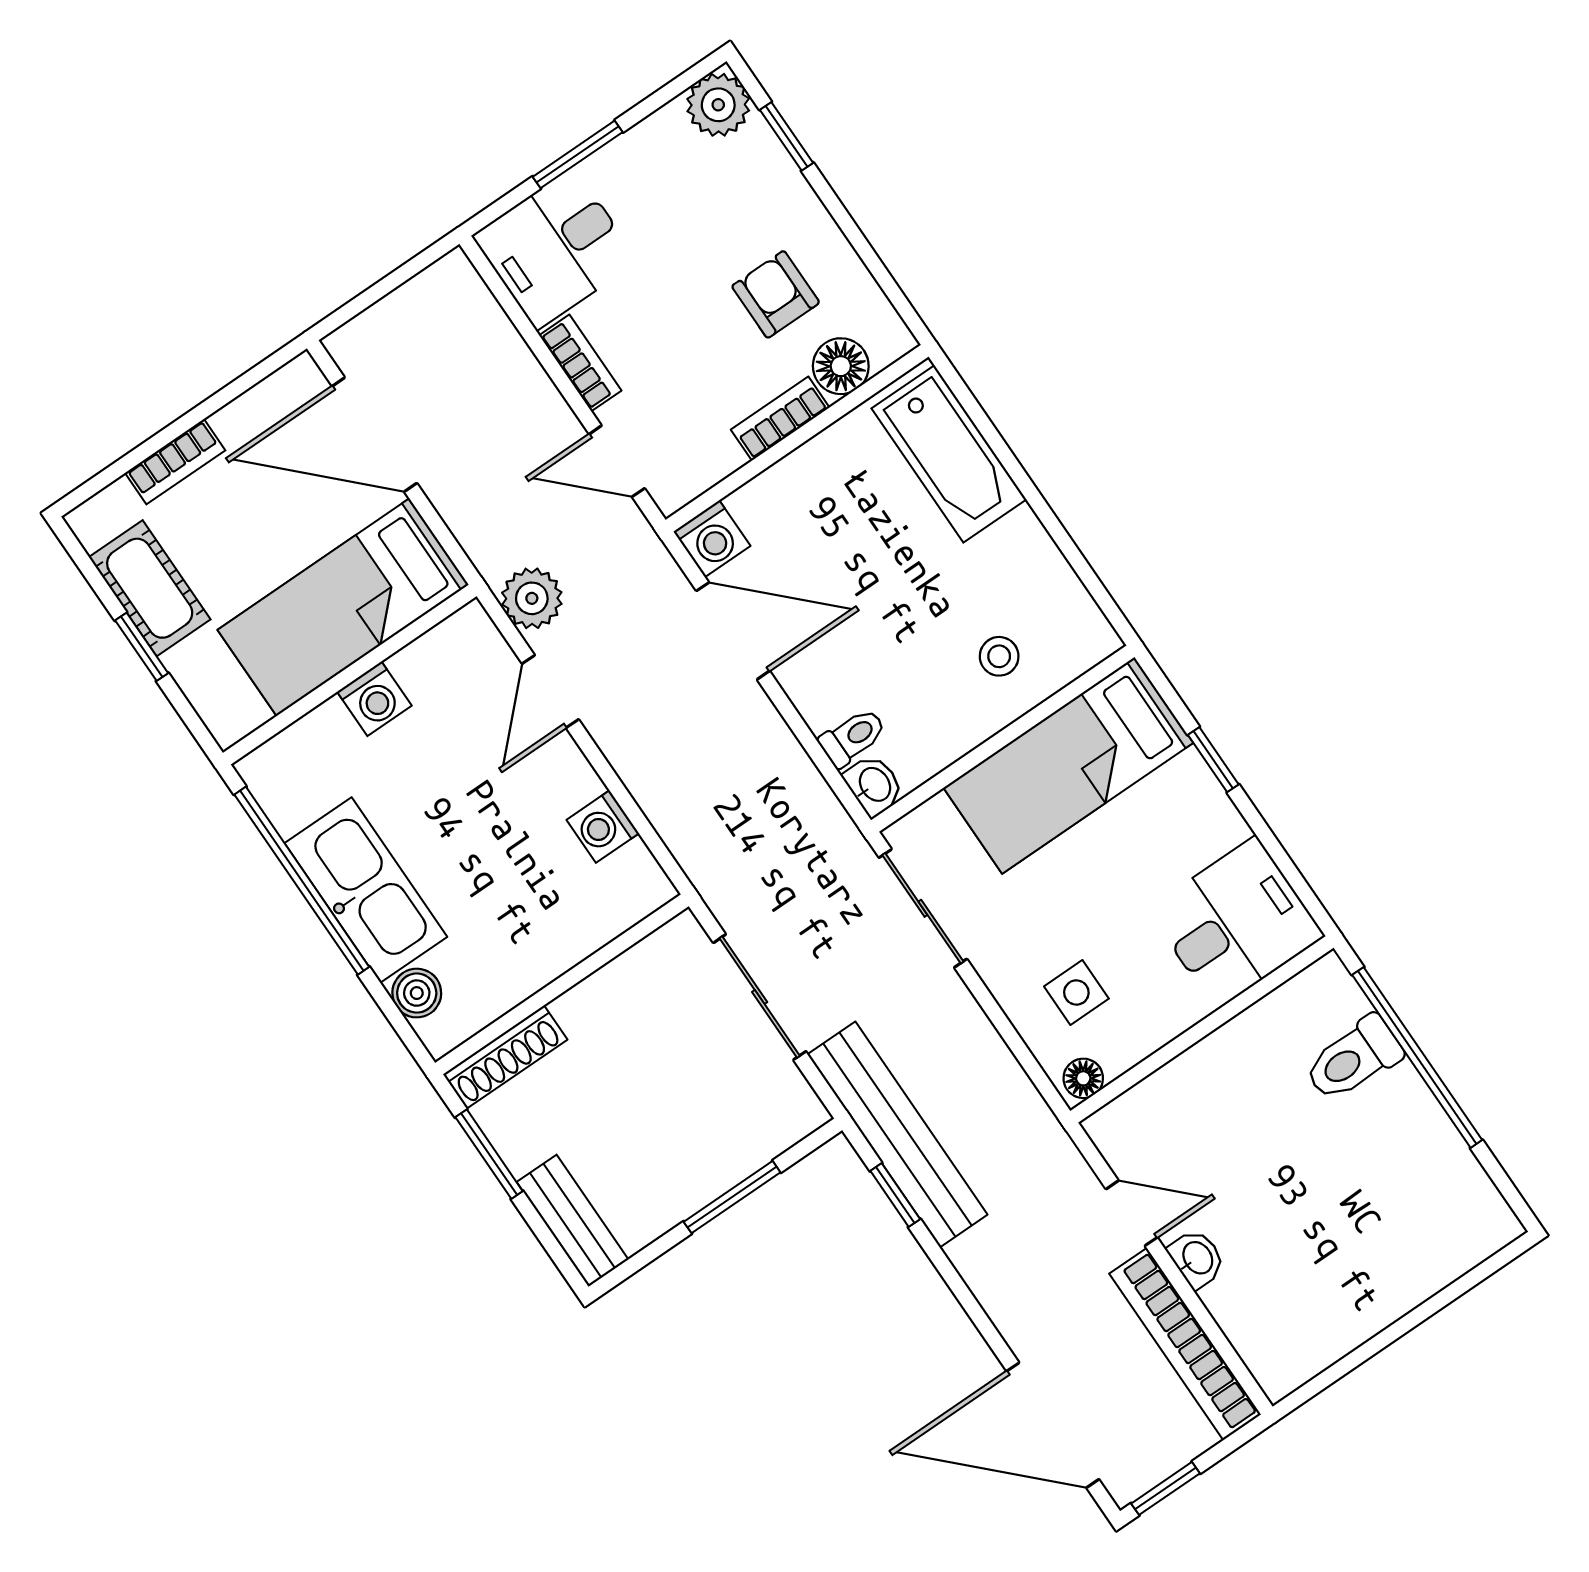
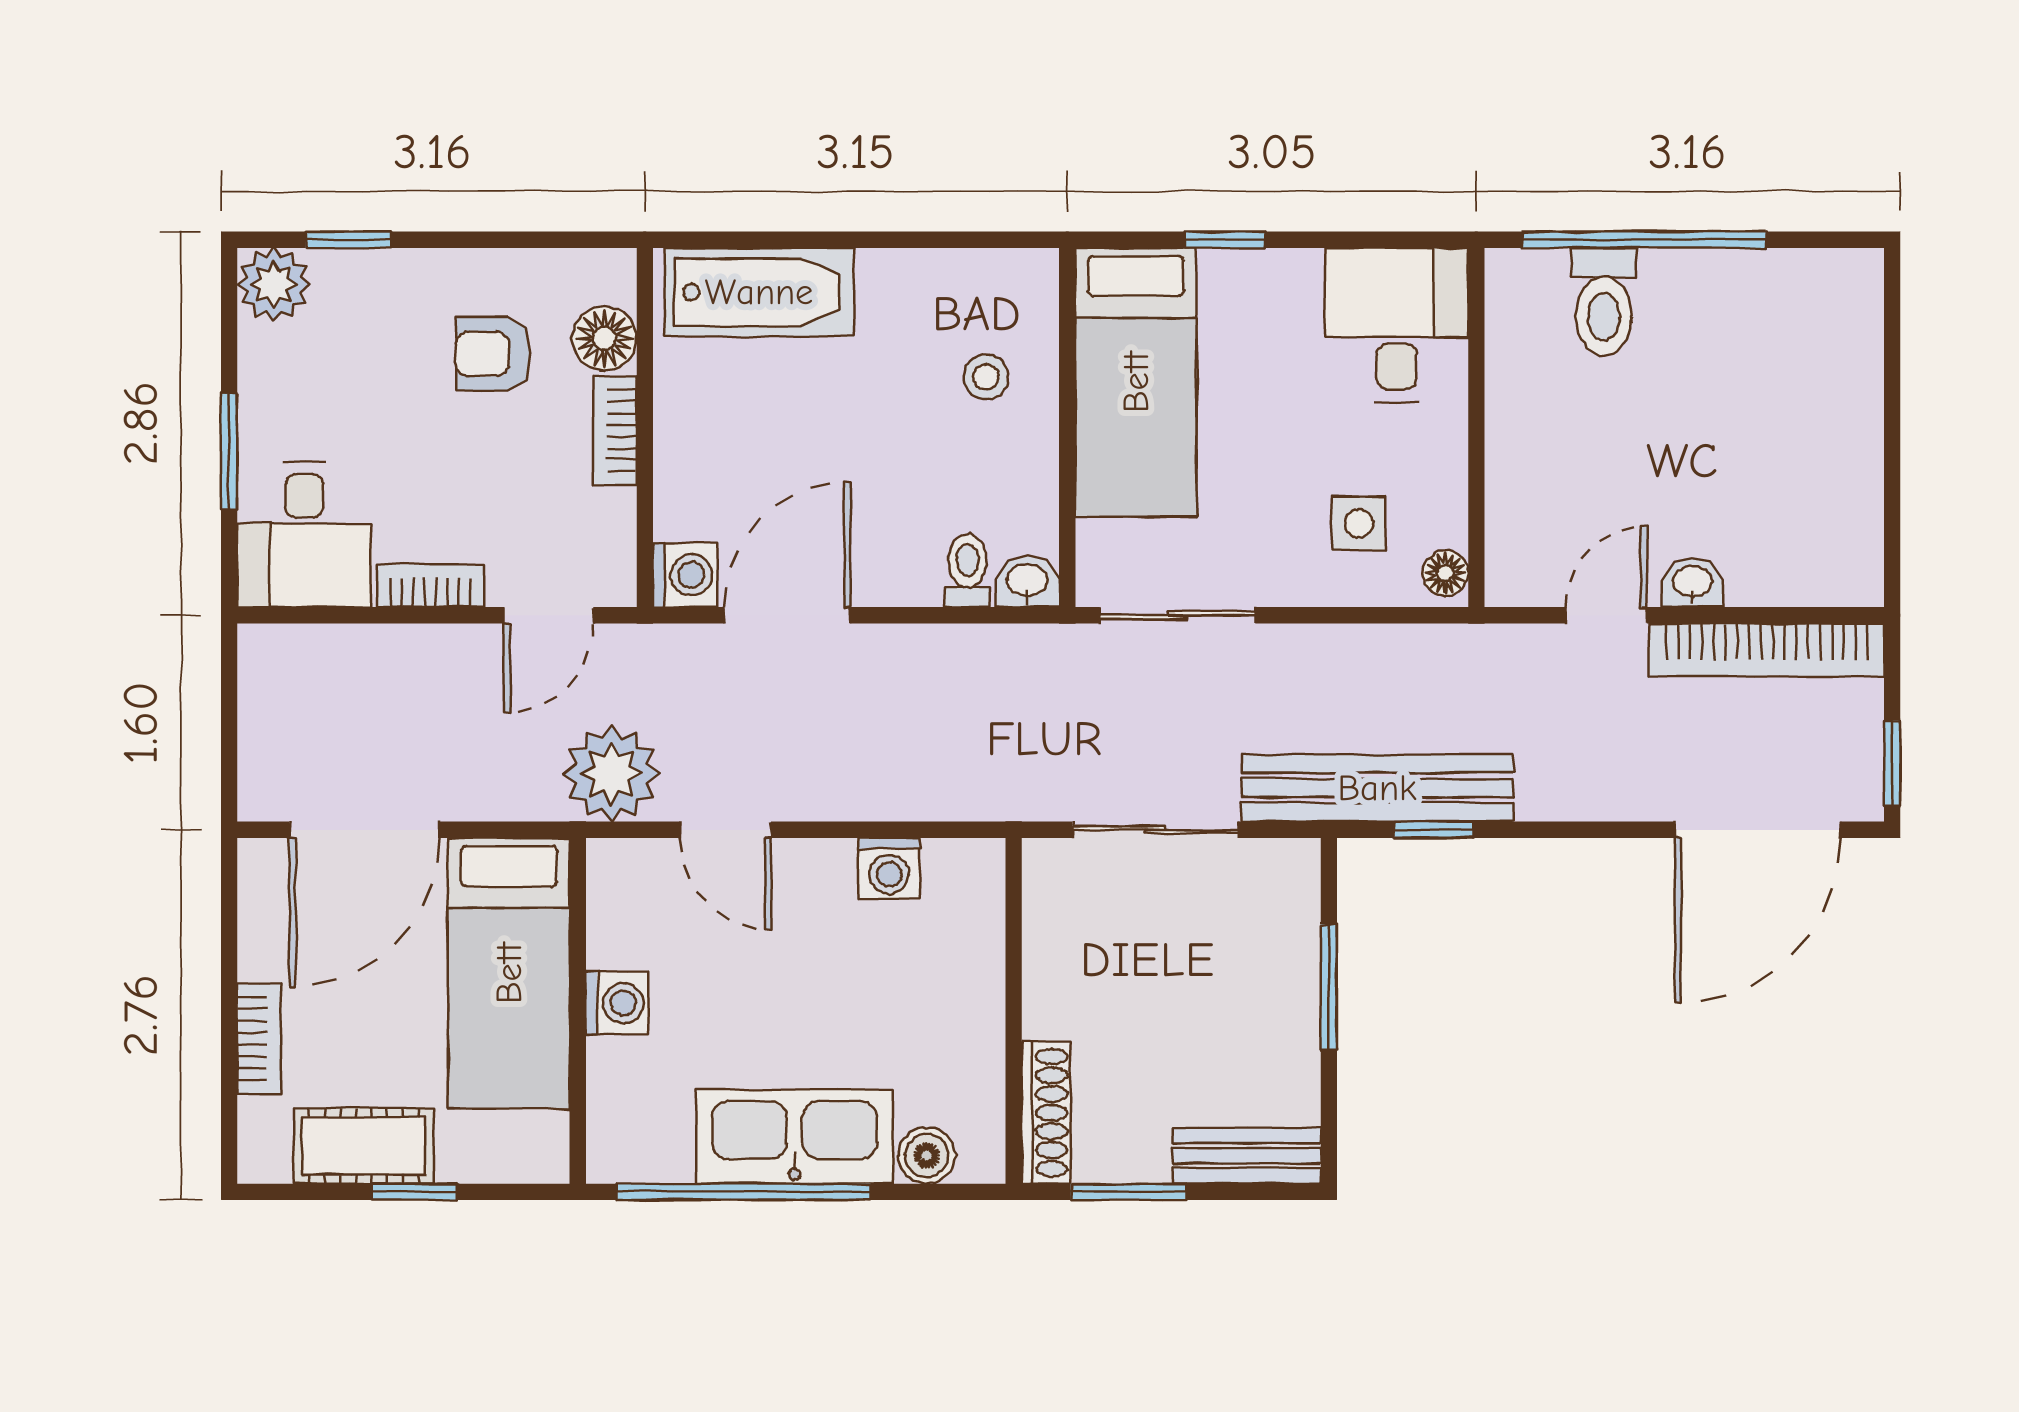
plant: (532, 598) -> (611, 774), width x1.36, depth x1.36

